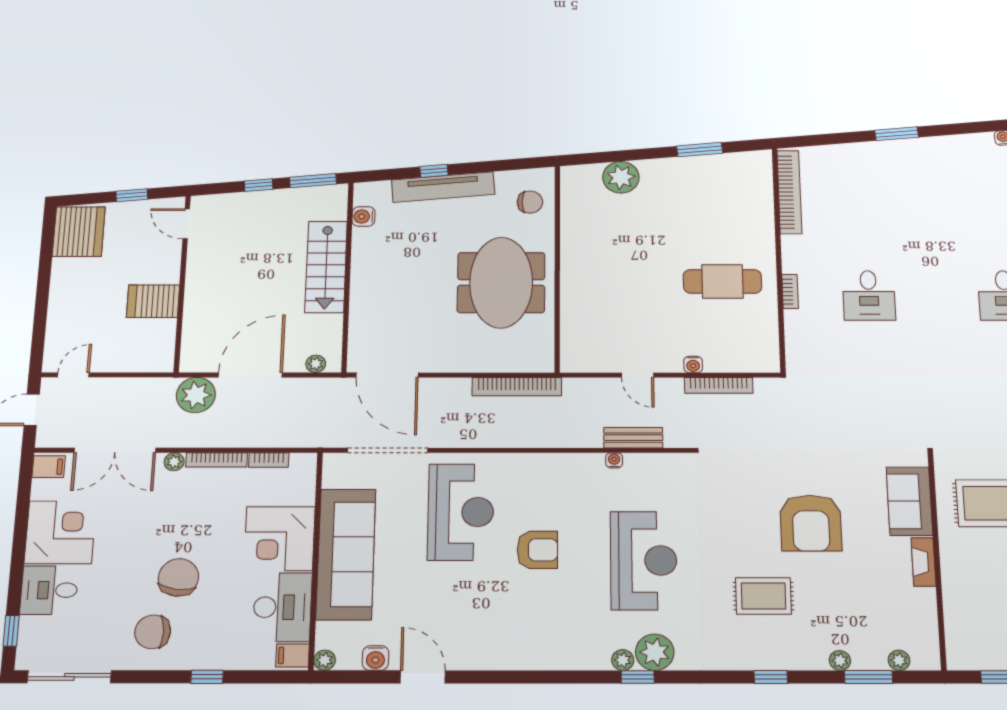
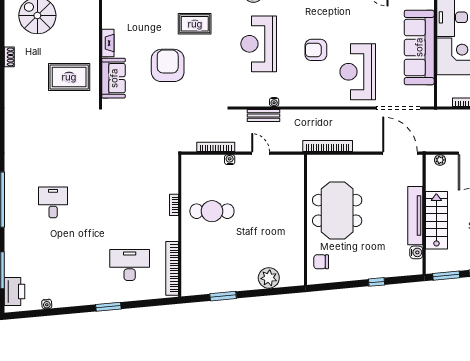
tv unit: (443, 187) -> (415, 216), moved, turned -85
desk: (869, 295) -> (130, 265), moved, width x1.37

